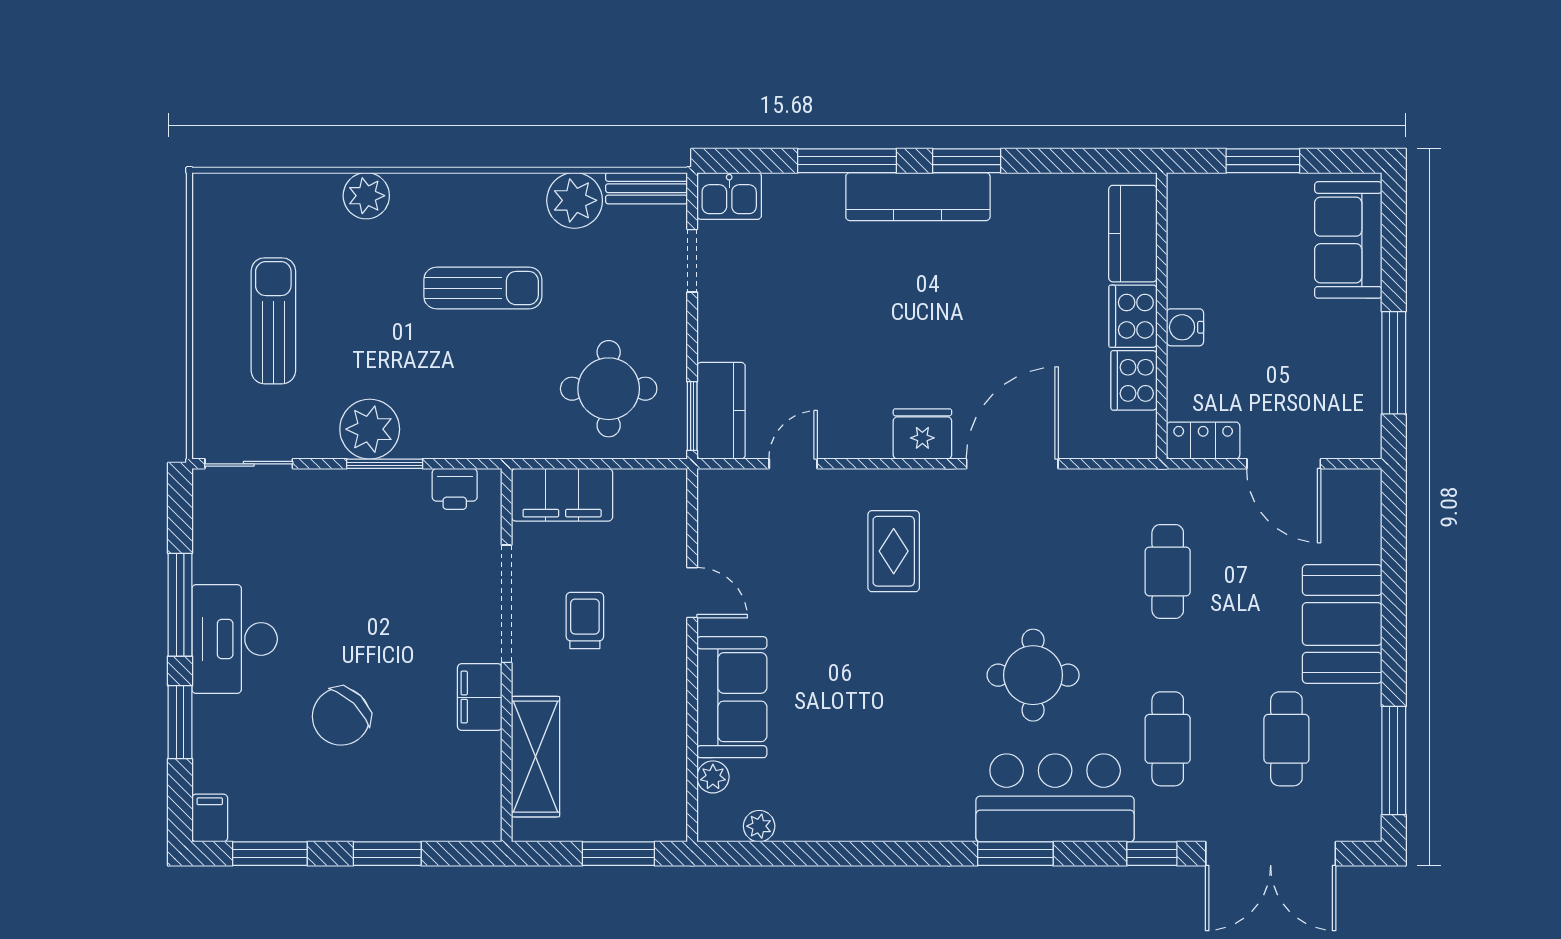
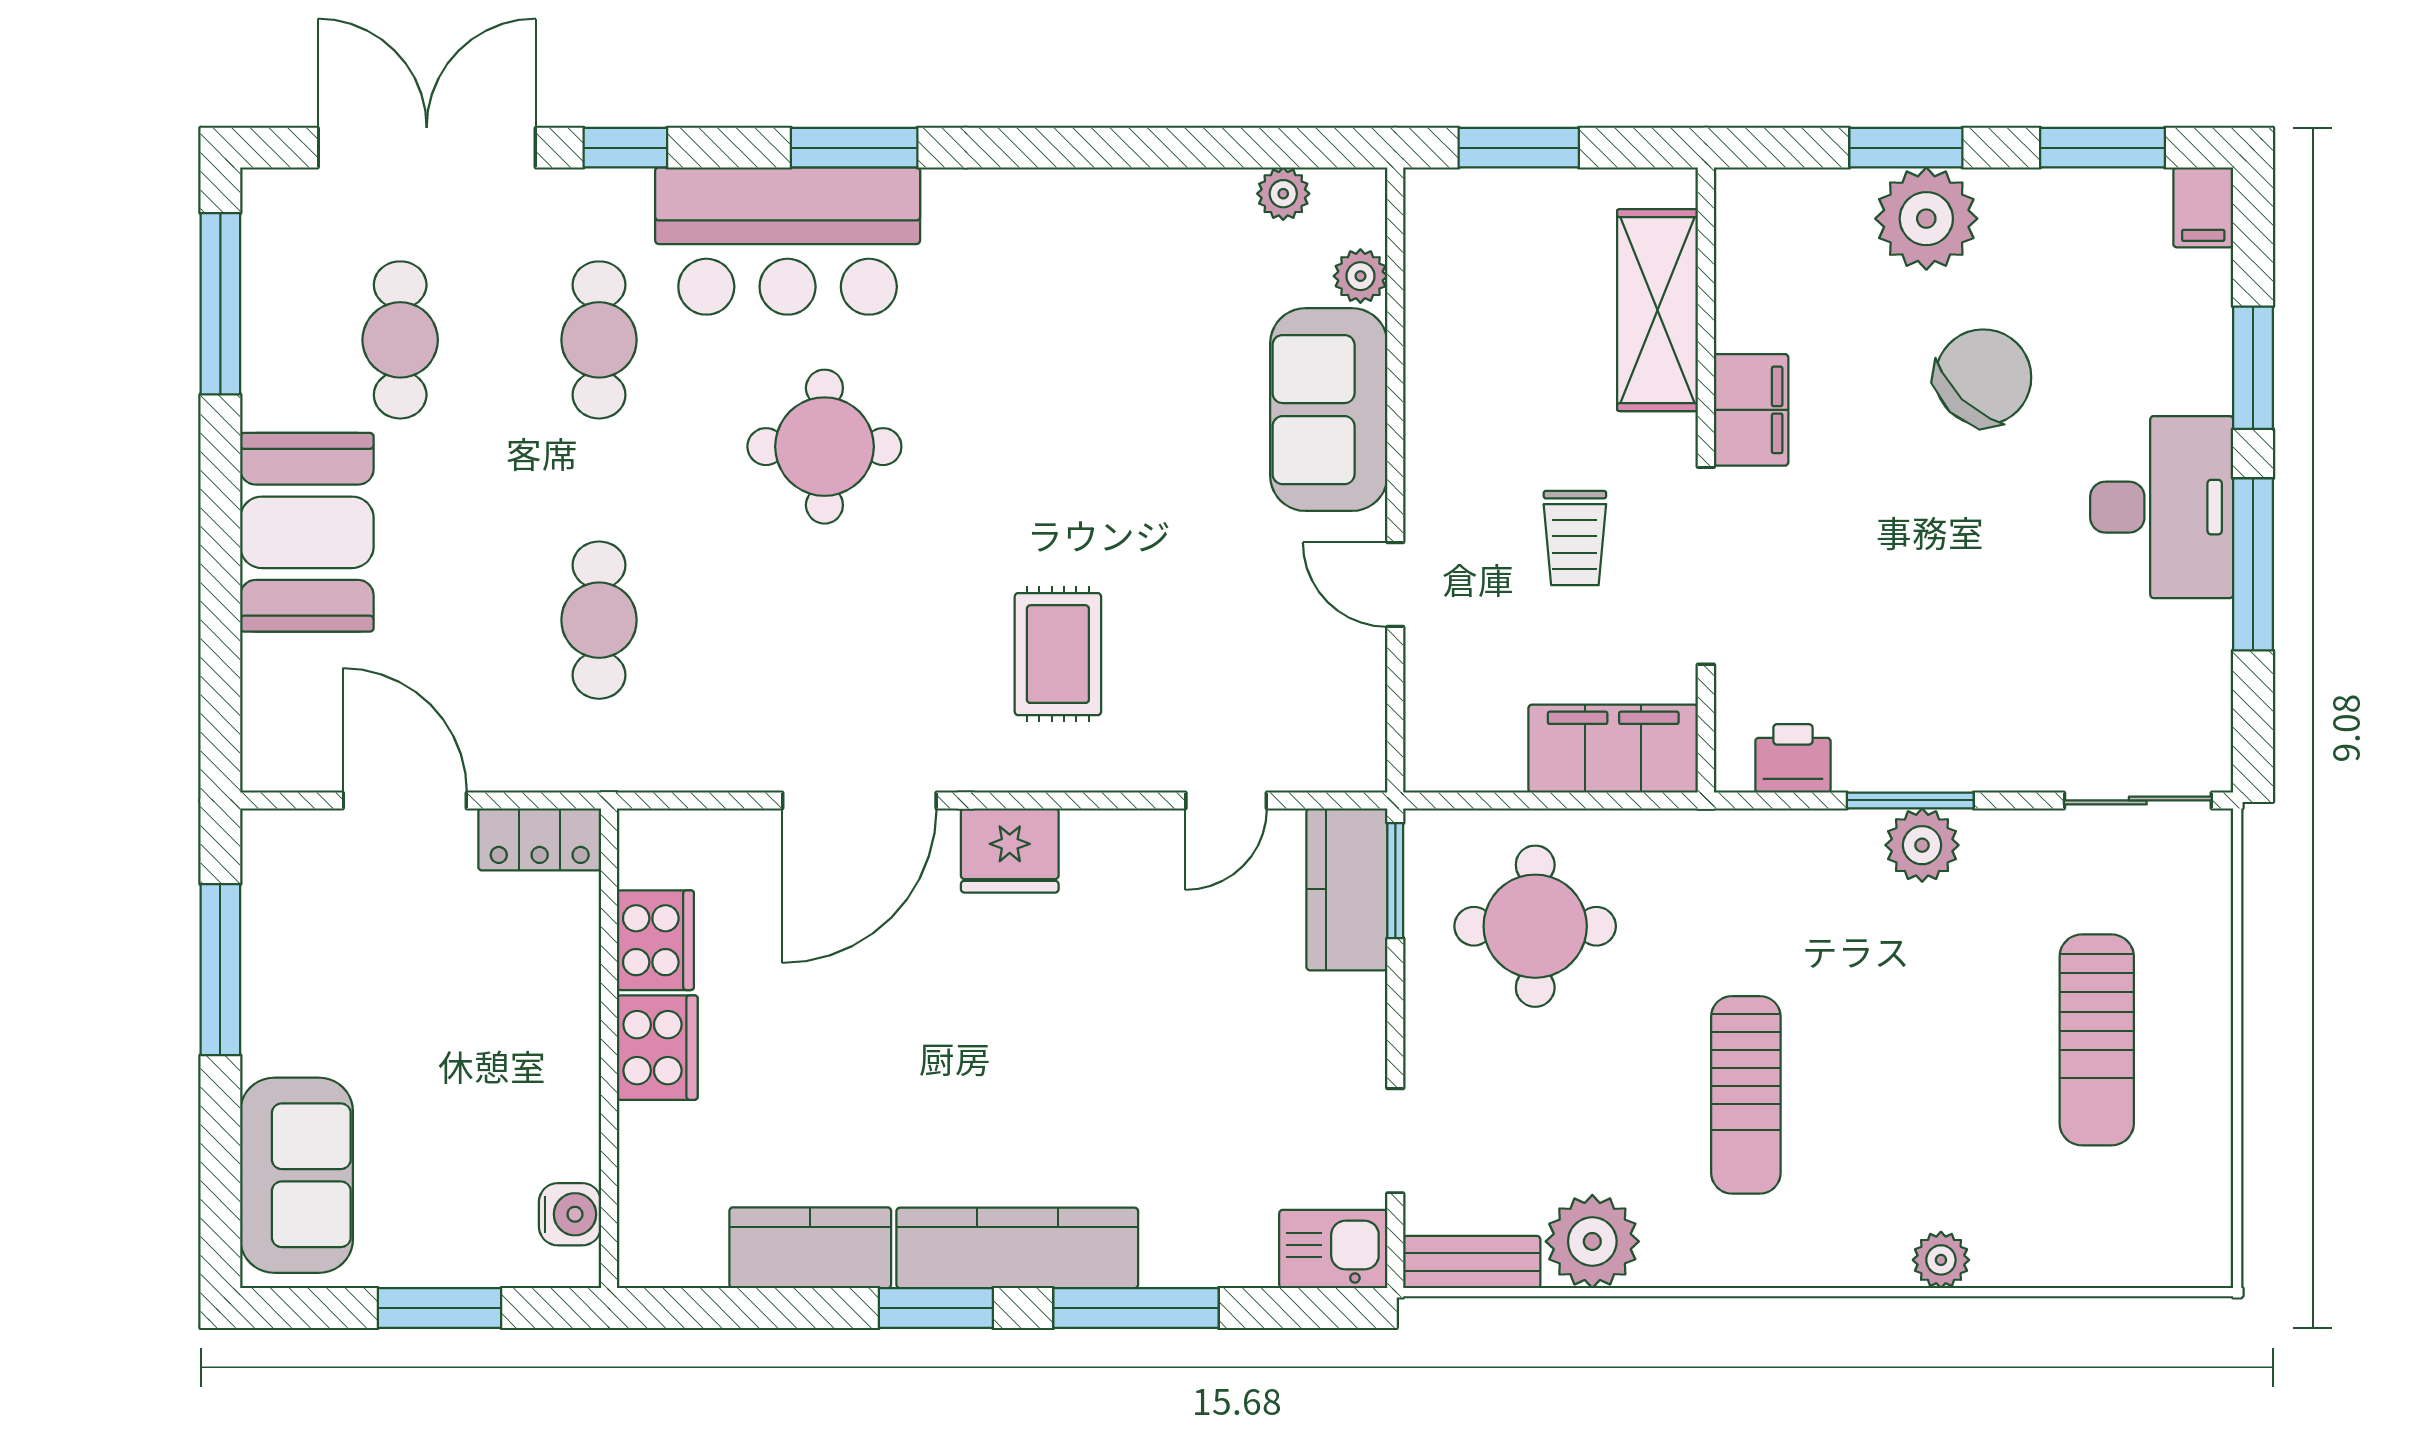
plant: (366, 196) -> (1941, 1260), width x0.73, depth x0.73
kitchen counter: (1133, 234) -> (810, 1248), moved, turned -90
sun lounger: (483, 288) -> (1746, 1095), turned -90
water cooler: (1185, 327) -> (570, 1214), moved
plant: (370, 429) -> (1922, 845), width x0.73, depth x0.73
plant: (375, 811) -> (1926, 219), added

